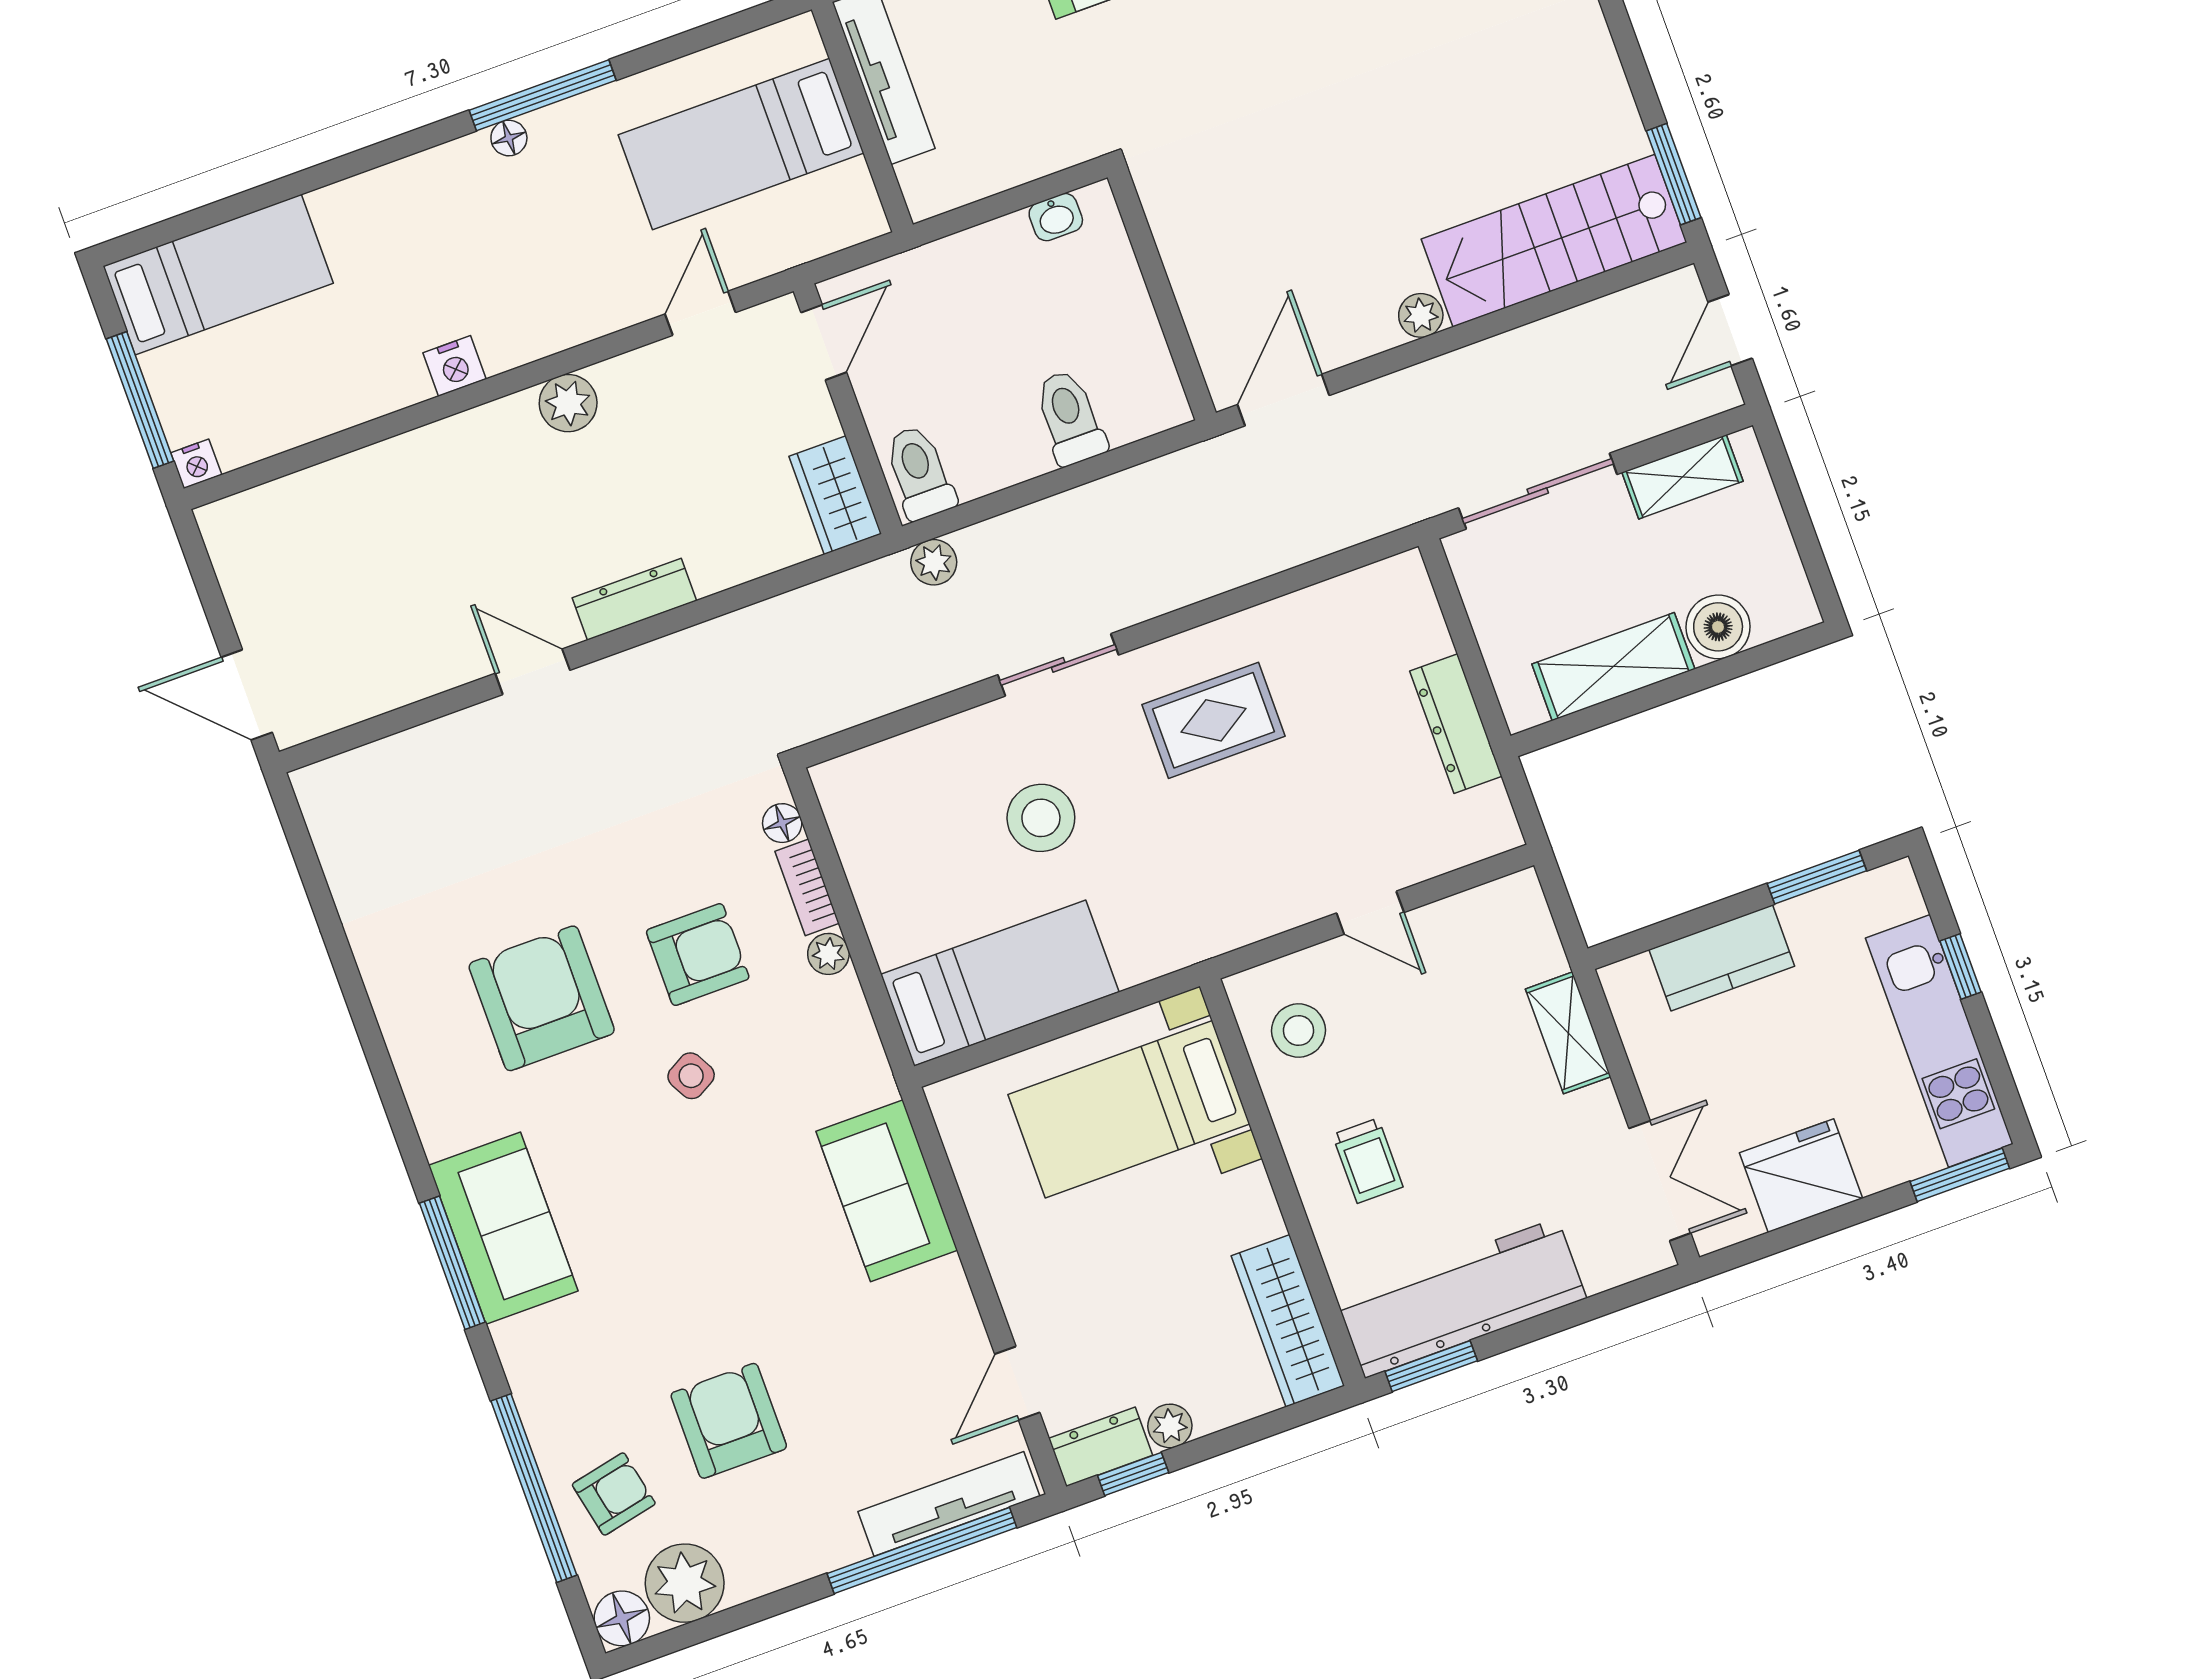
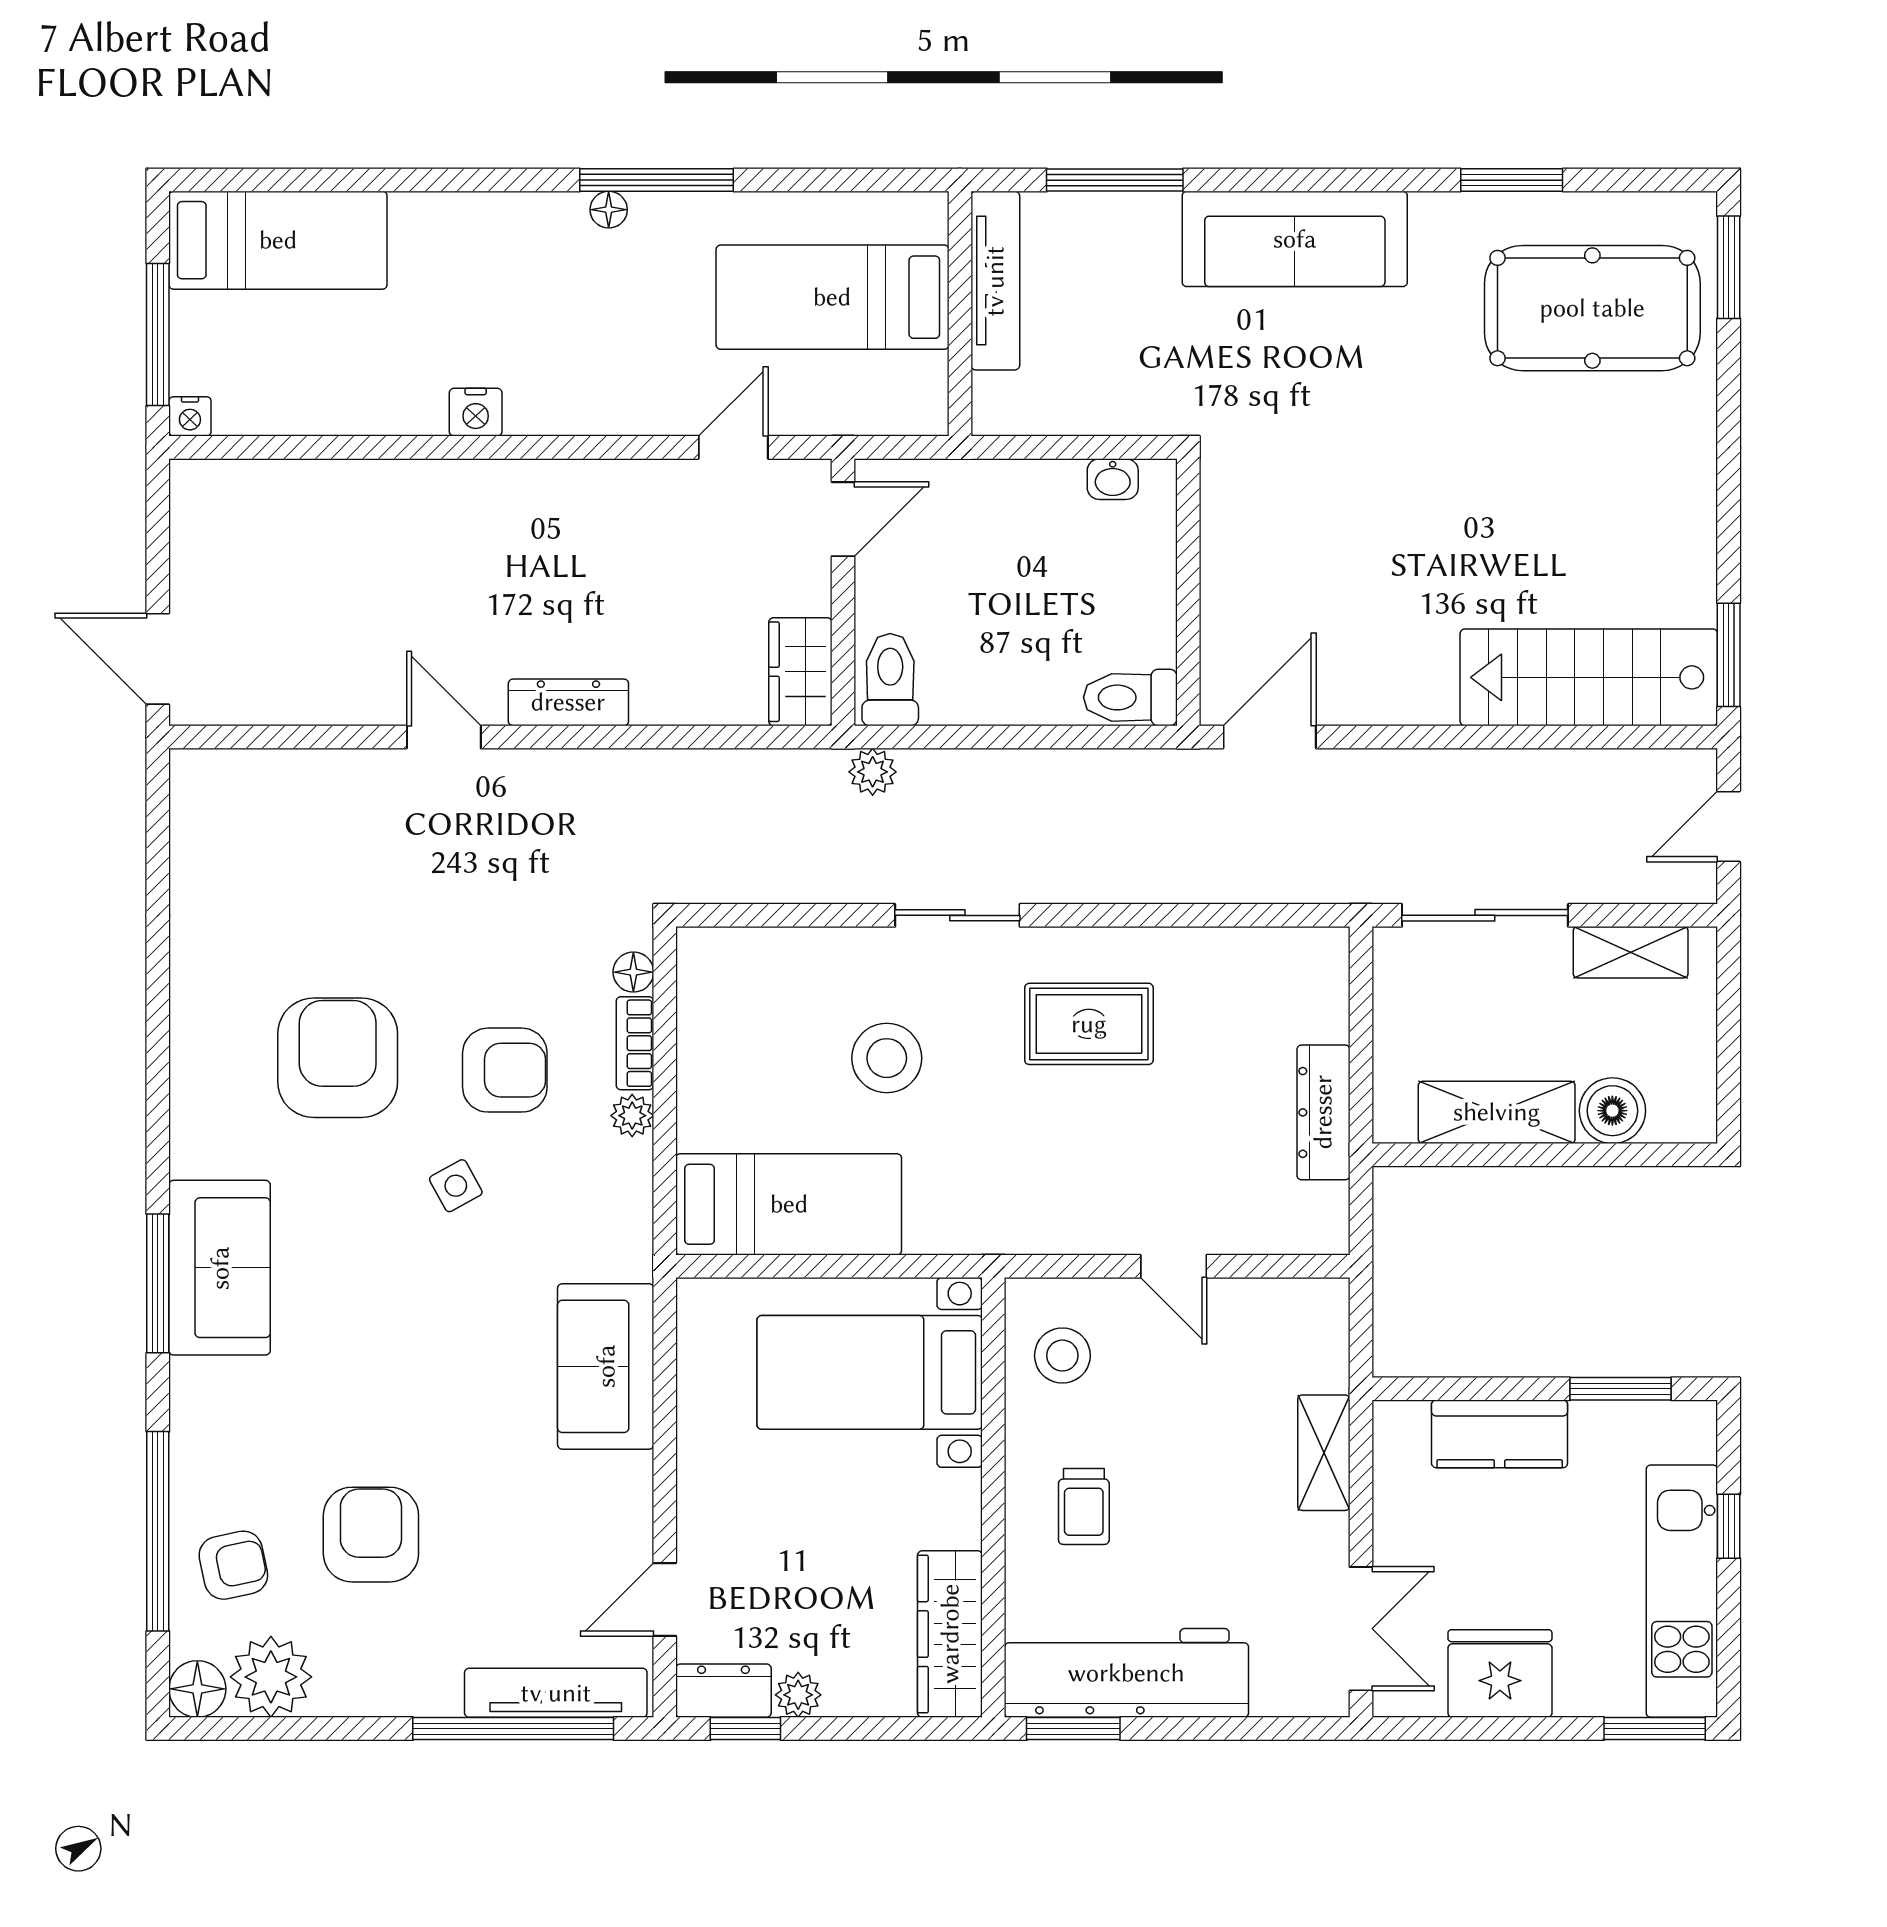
plant: (1421, 315) -> (1433, 703), removed
plant: (568, 403) -> (573, 488), removed
toilet: (1070, 418) -> (1130, 697), moved, turned -90

